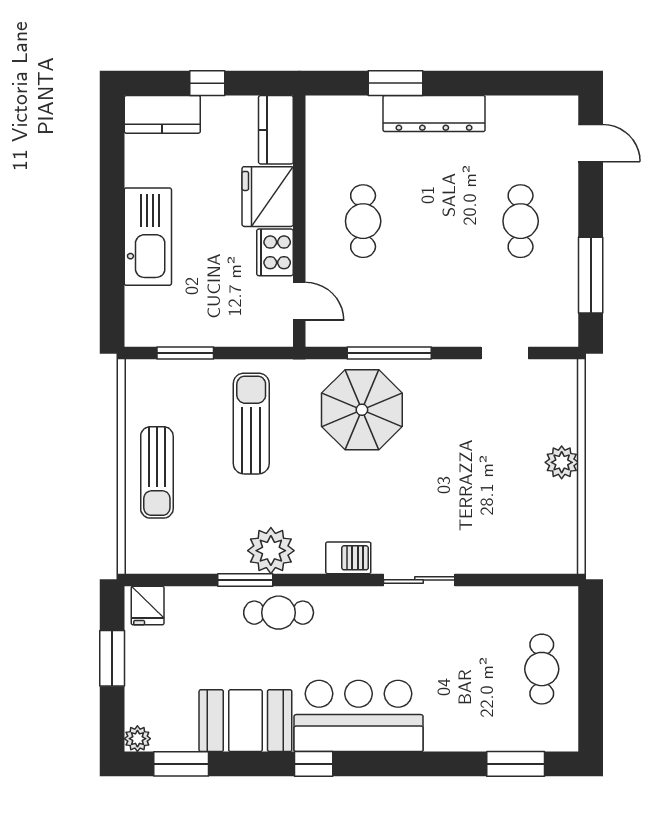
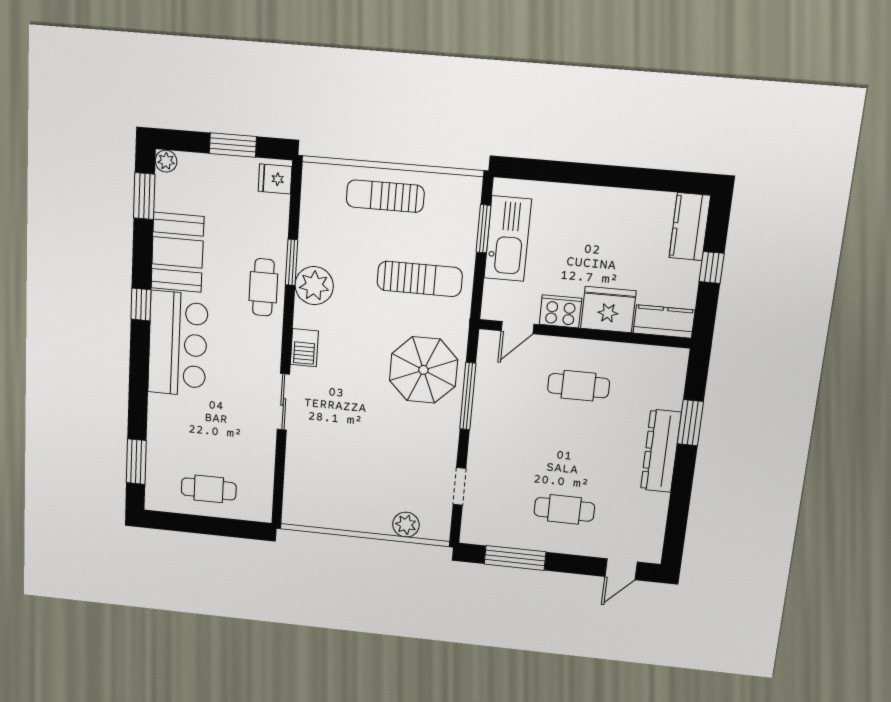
kitchen sink: (148, 237) -> (508, 239), moved, turned -90
plant: (562, 462) -> (406, 525), moved

